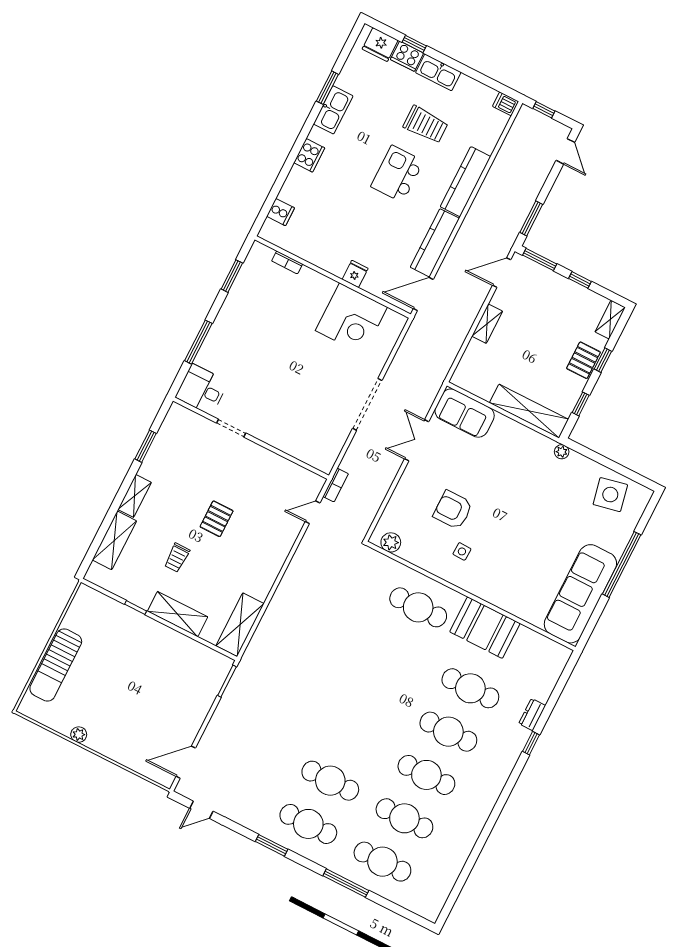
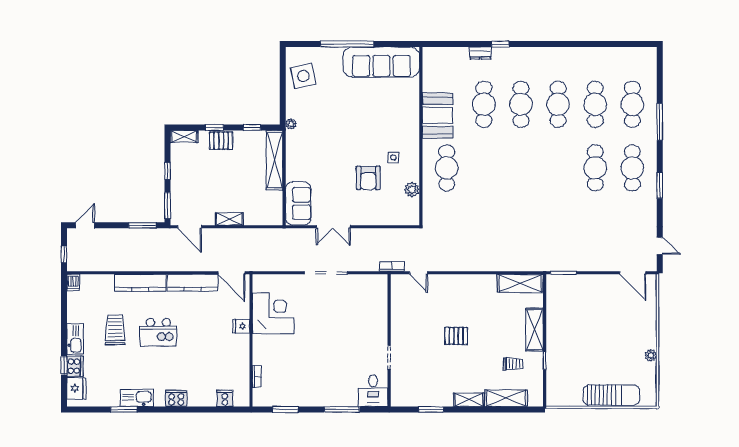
plant: (391, 542) -> (412, 190), moved
trolley: (177, 558) -> (513, 364), moved

